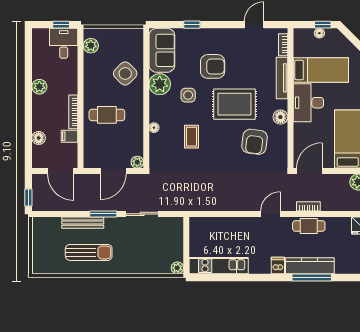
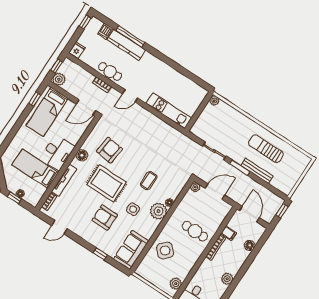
plant: (160, 84) -> (159, 211), moved
kitchen unit: (219, 266) -> (169, 111), moved, turned 180
dishwasher: (278, 266) -> (105, 31), moved

